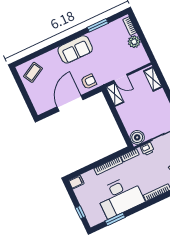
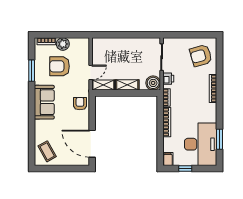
armchair: (113, 48) -> (60, 66), added
shelving: (153, 79) -> (127, 85), moved
door: (70, 103) -> (92, 144), moved
desk: (120, 197) -> (201, 144), moved
window: (80, 212) -> (185, 168), moved

